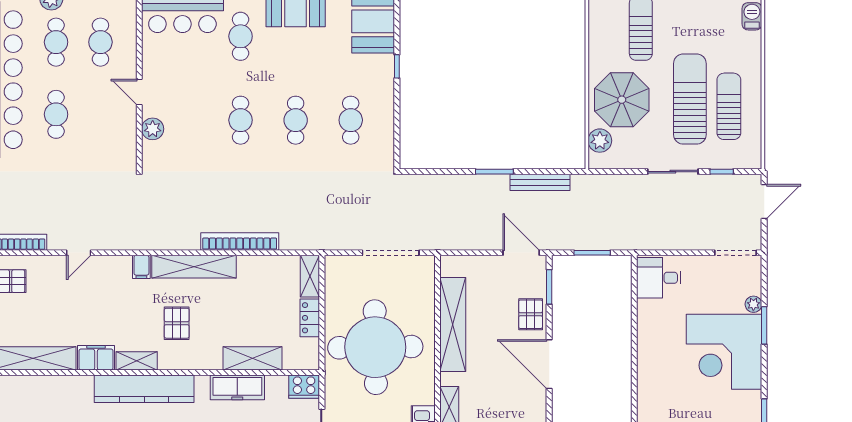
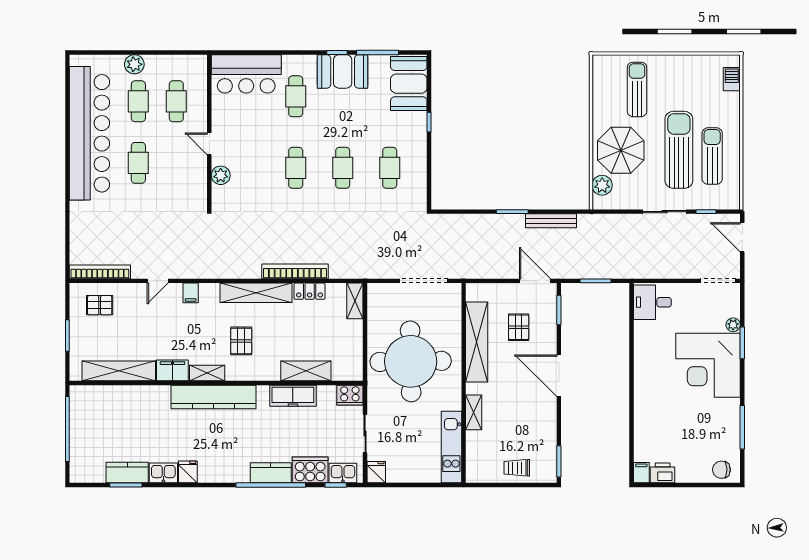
door: (764, 201) -> (742, 237), swing flipped
filing cabinet: (141, 267) -> (191, 293), moved
pallet: (531, 314) -> (519, 327), moved
locker: (310, 318) -> (310, 291), moved, turned -90

